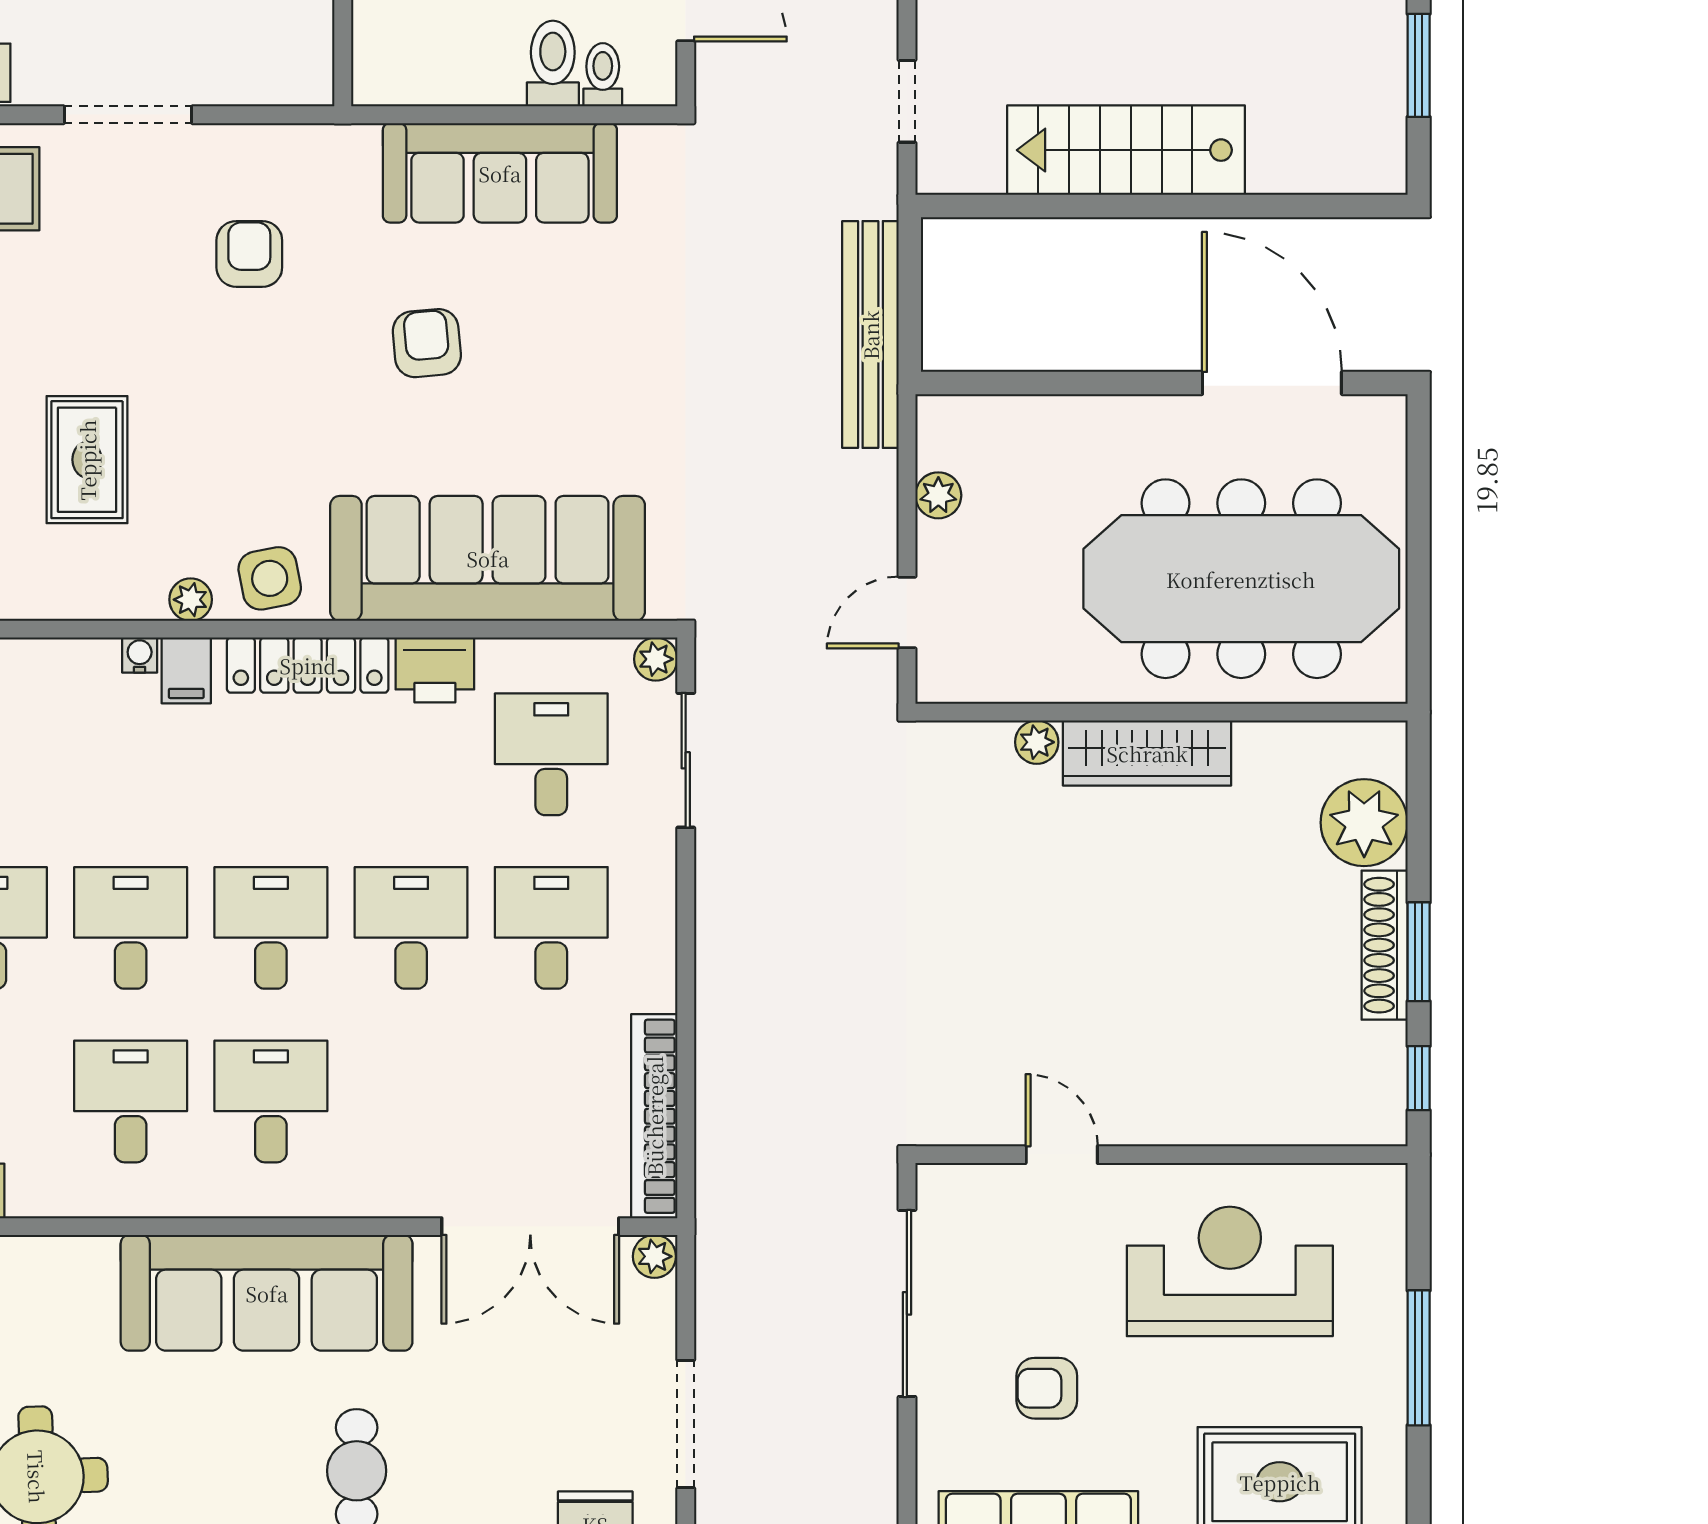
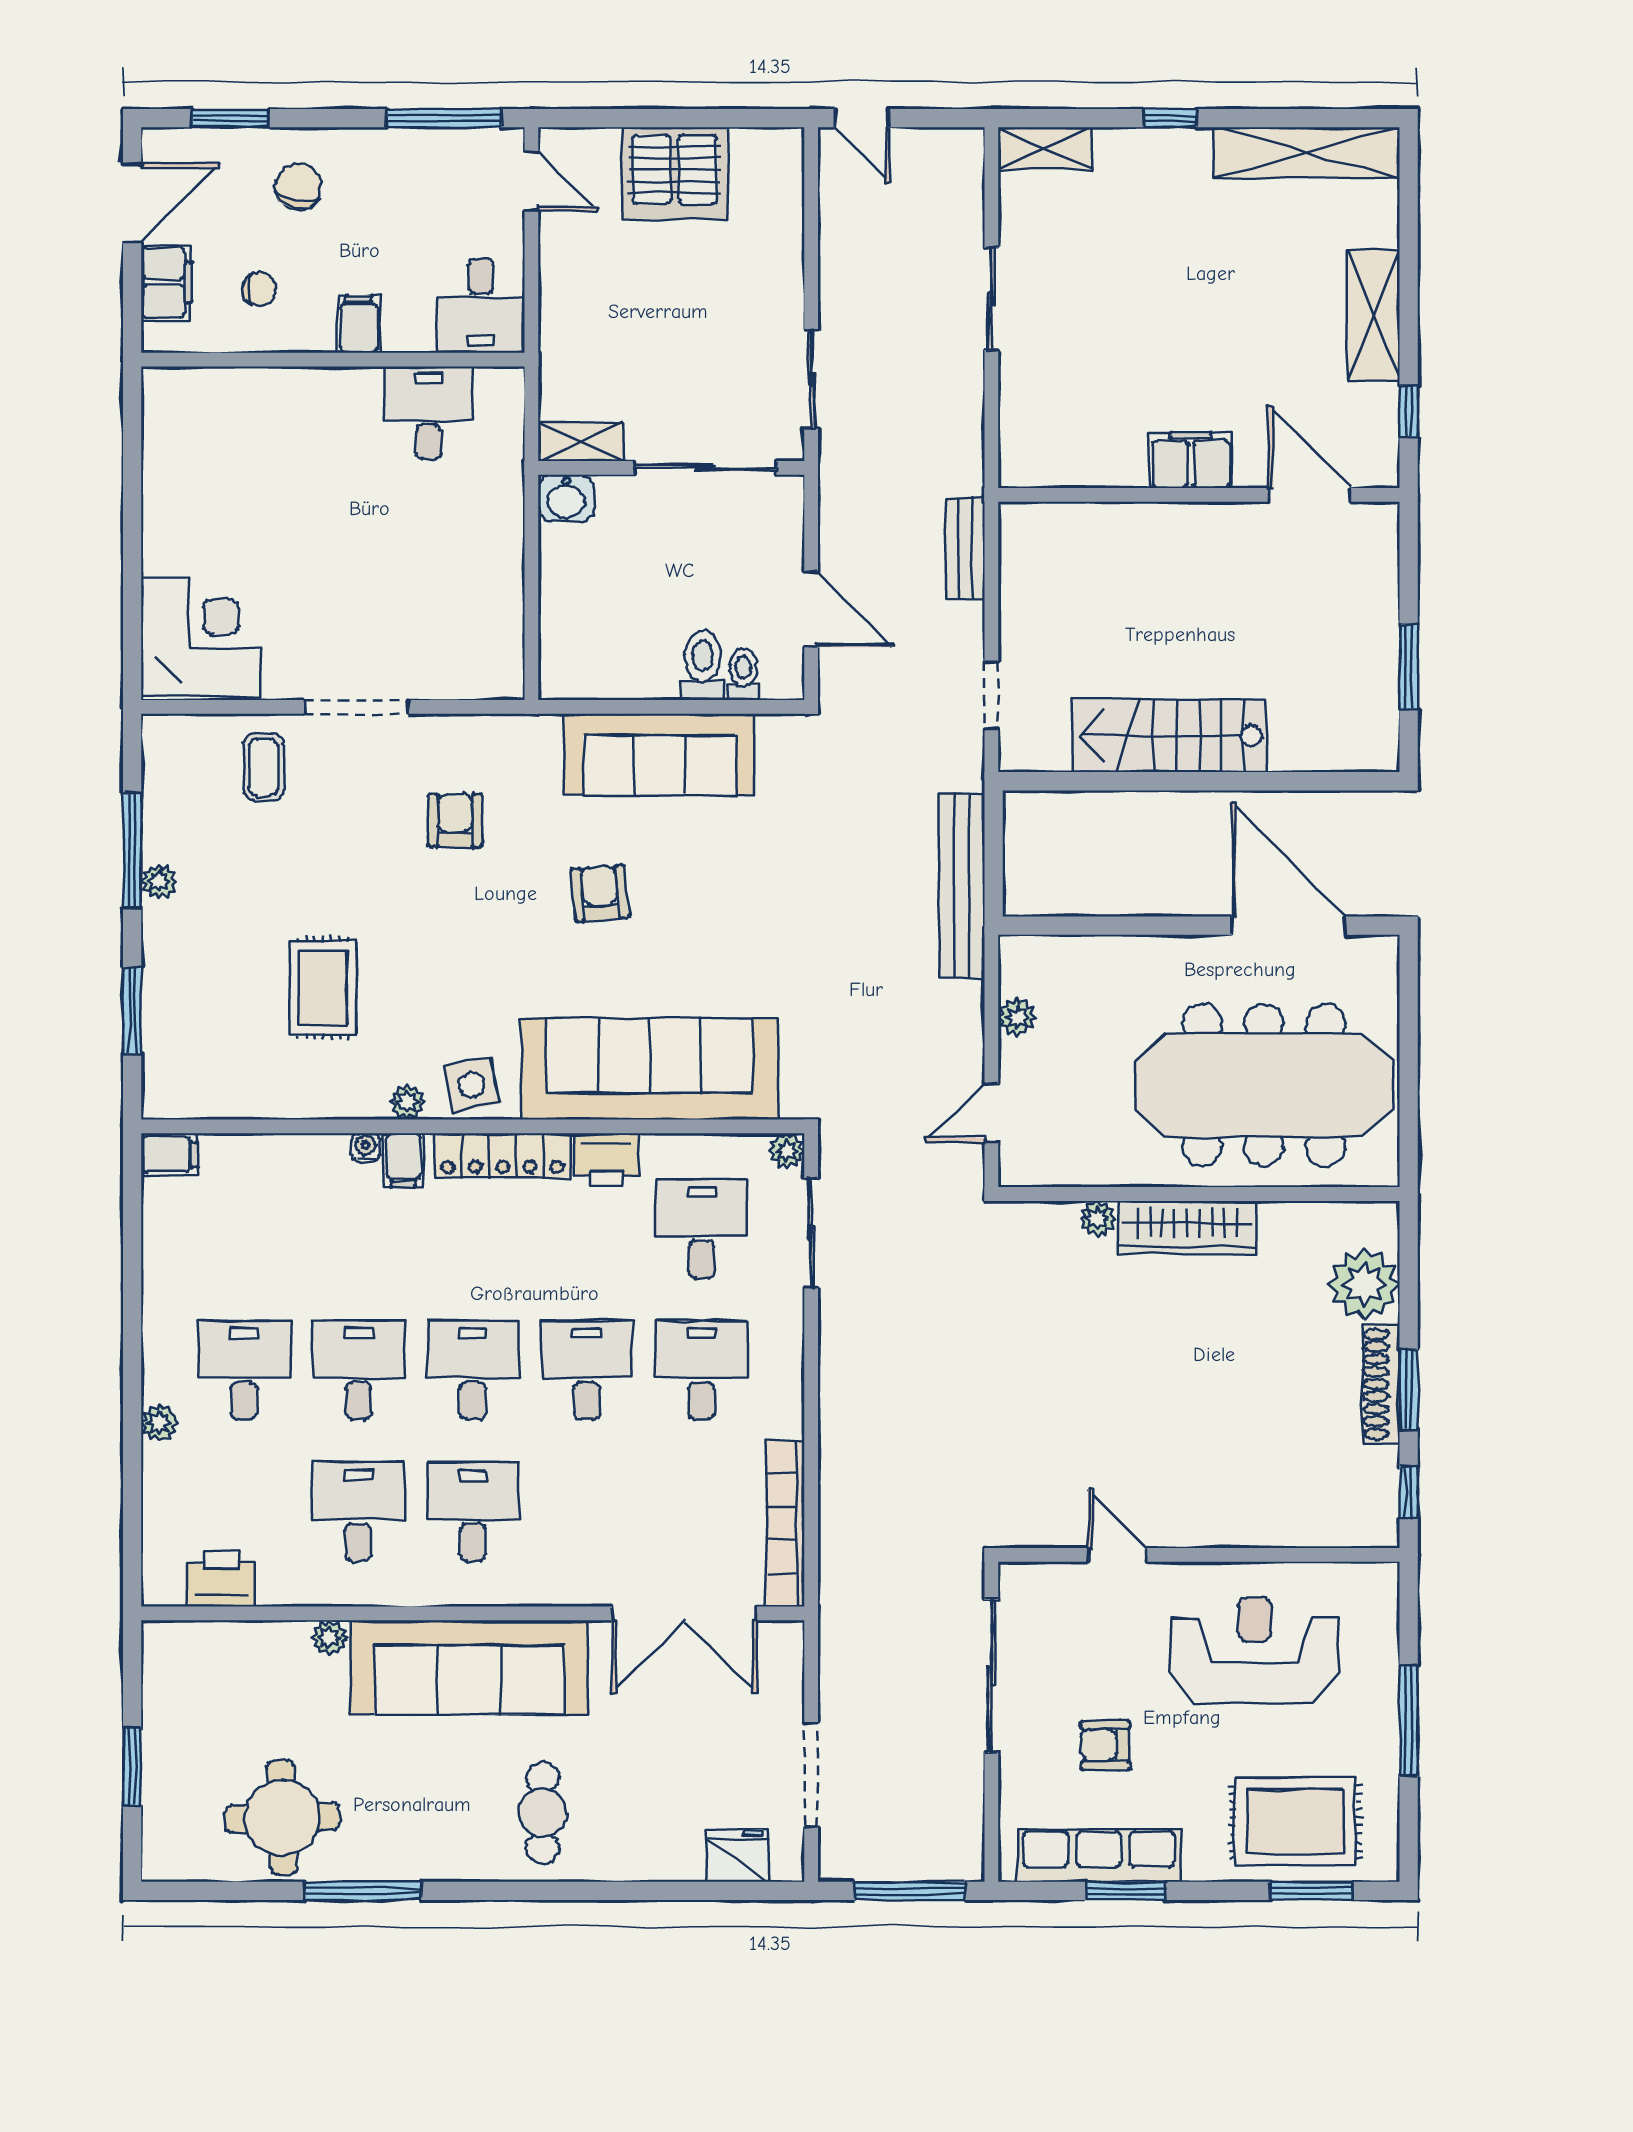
plant: (654, 1256) -> (329, 1638), moved

